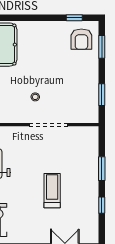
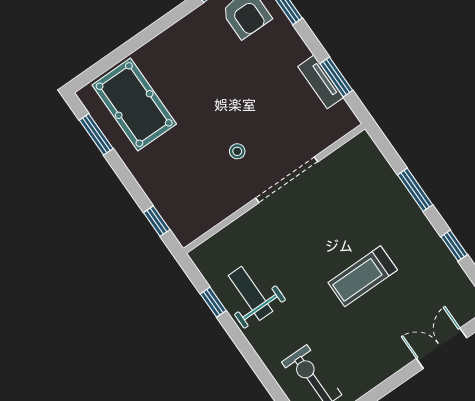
tv unit: (93, 92) -> (321, 82), added
treadmill: (52, 191) -> (363, 276), turned -90

